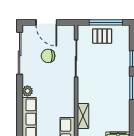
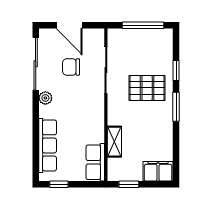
pallet: (102, 36) -> (147, 88), moved, width x1.50, depth x1.42
plant: (27, 91) -> (45, 98), moved

